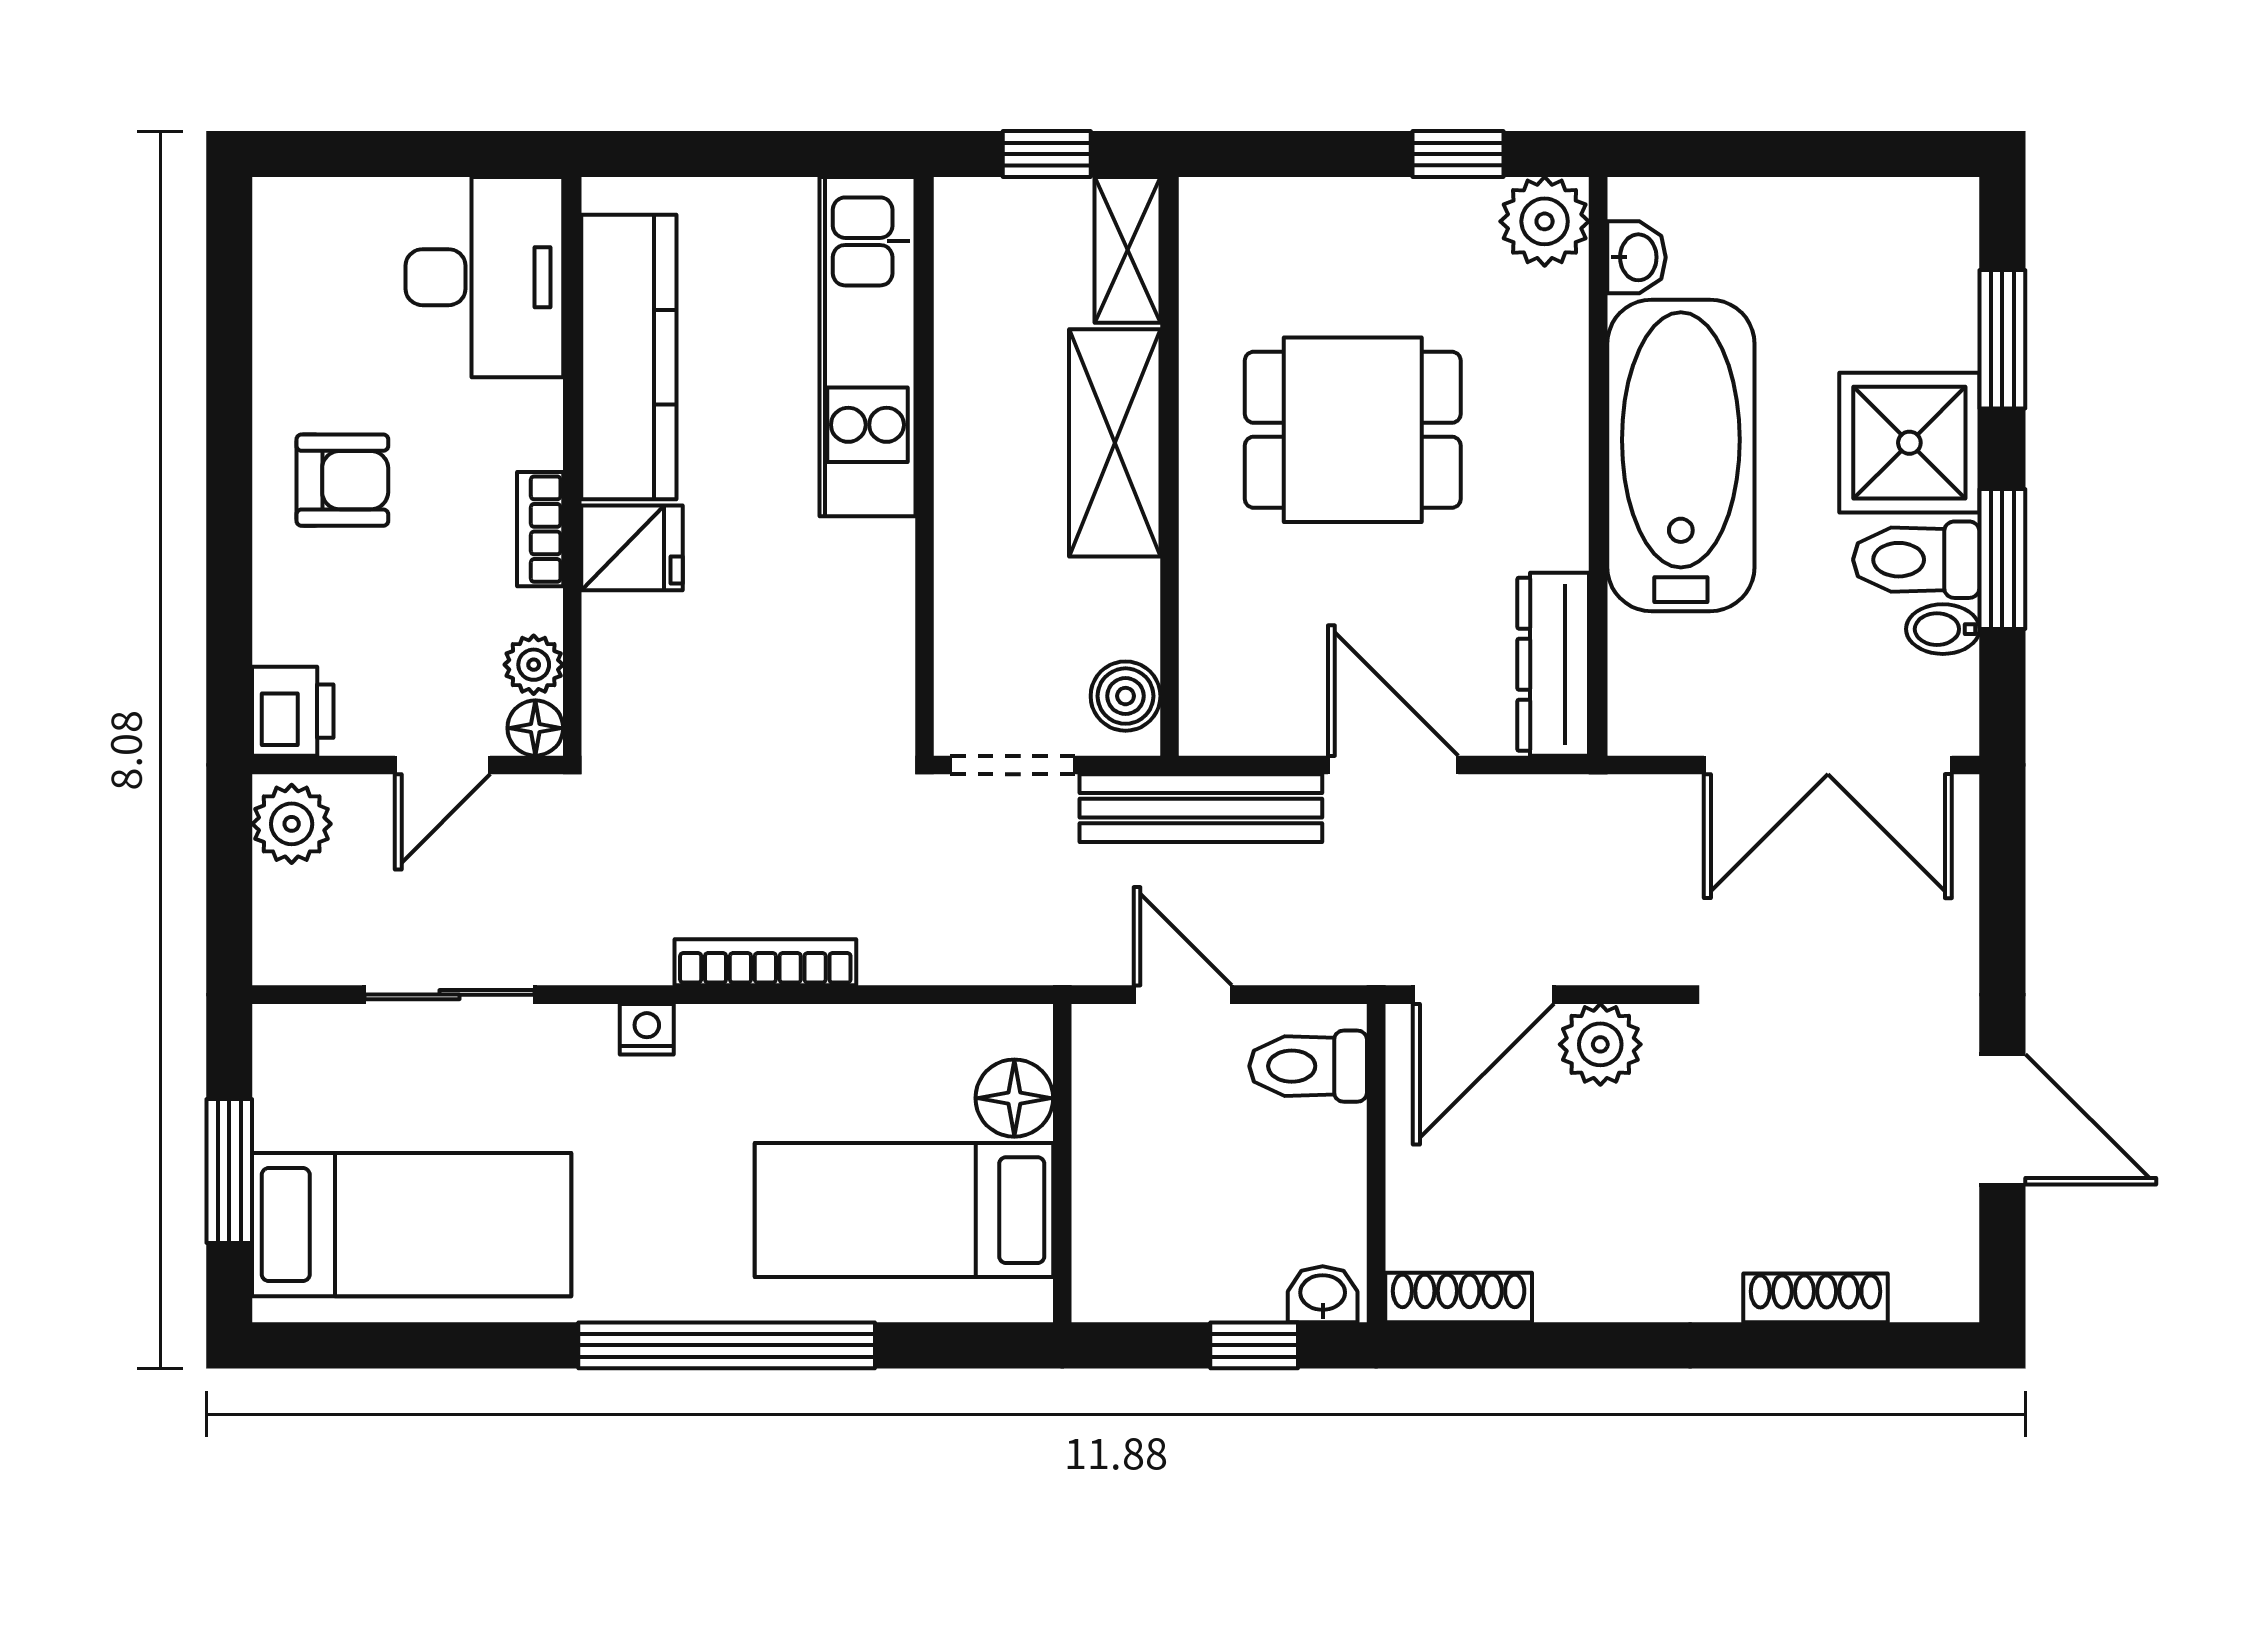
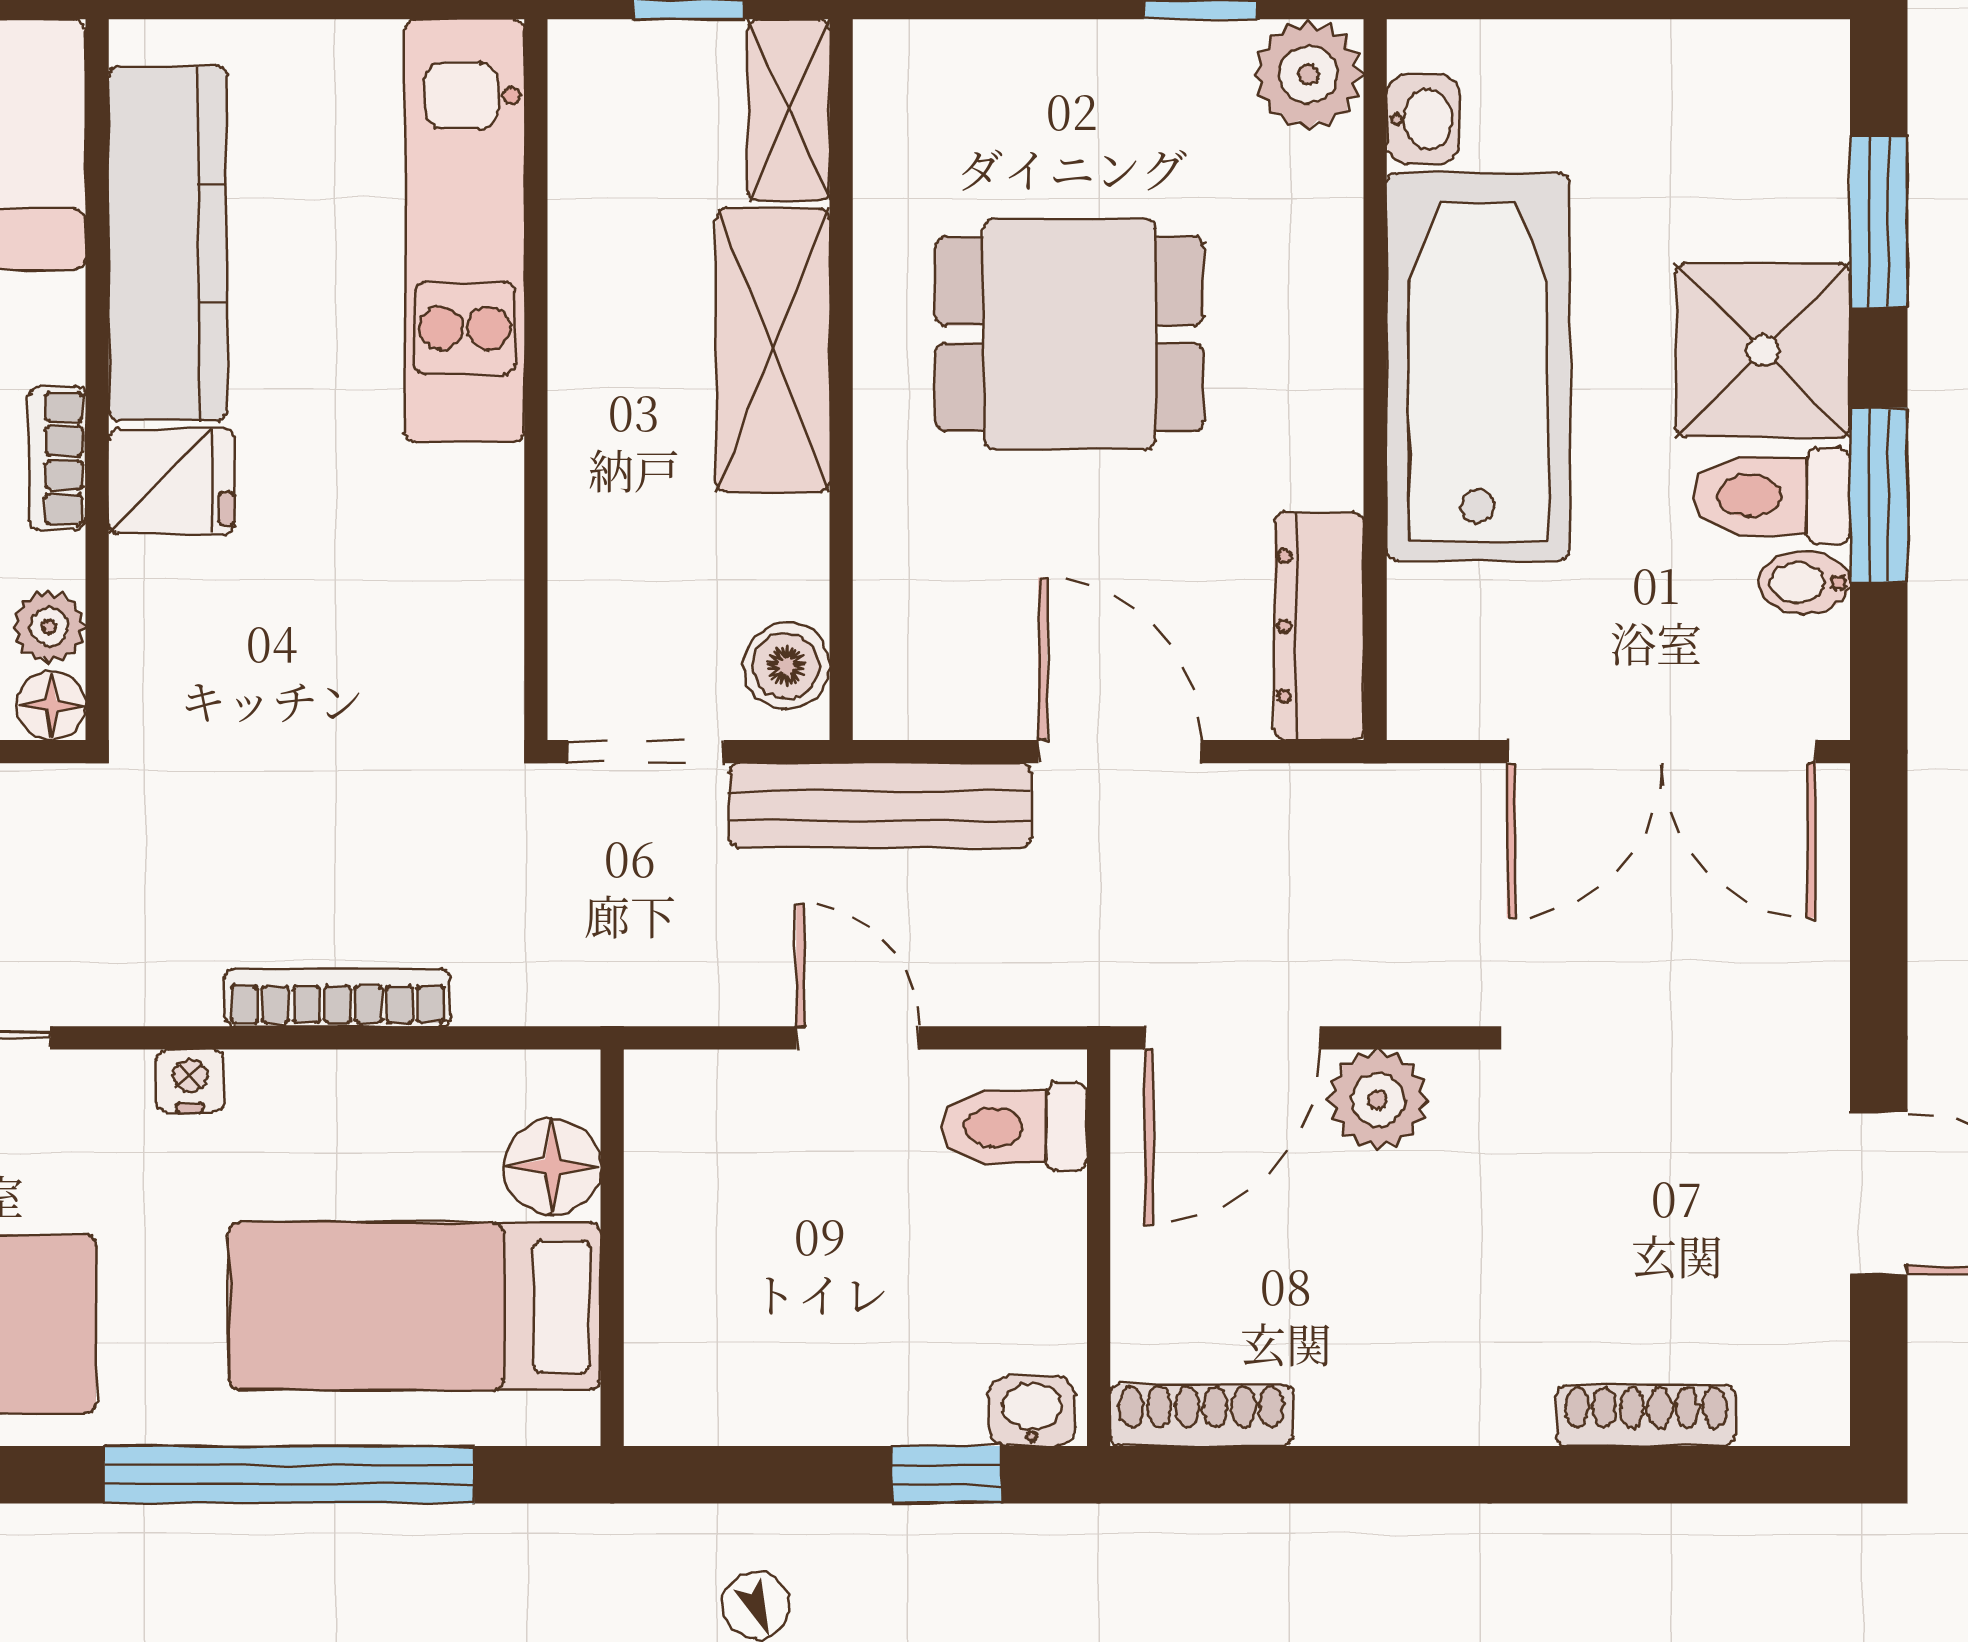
floor lamp: (1014, 1098) -> (552, 1167), moved
wall: (1062, 1163) -> (612, 1248), moved
bed: (904, 1210) -> (415, 1306), moved

